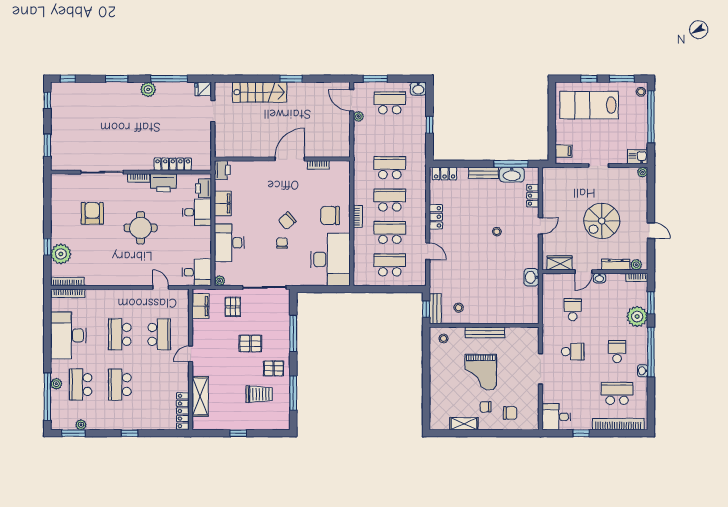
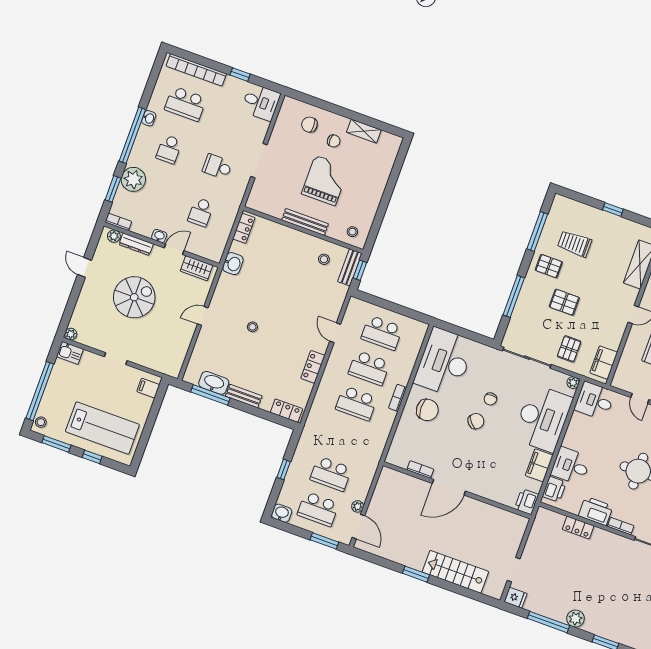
locker: (173, 164) -> (578, 528), width x0.66
school desk: (390, 168) -> (331, 474), moved
locker: (533, 196) -> (244, 228), moved
desk: (229, 243) -> (543, 418), width x1.36, depth x1.30

